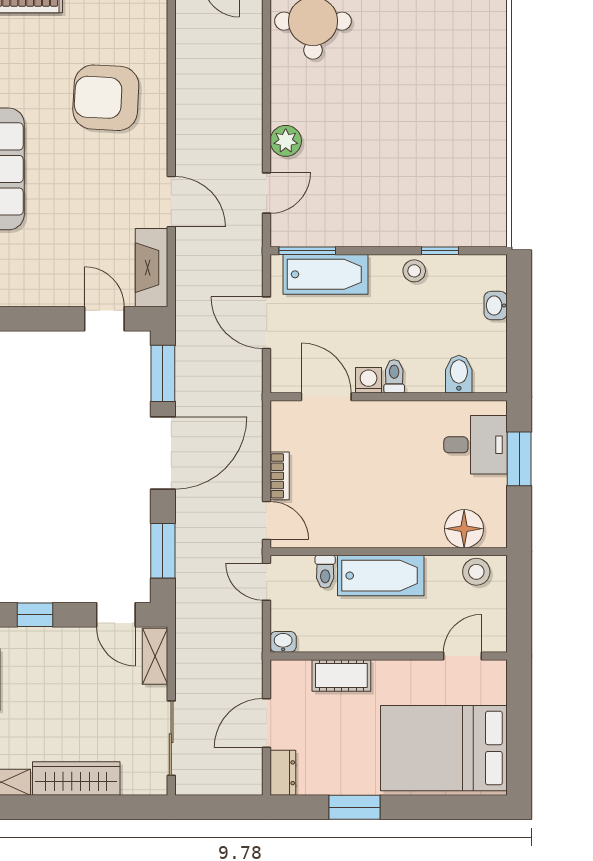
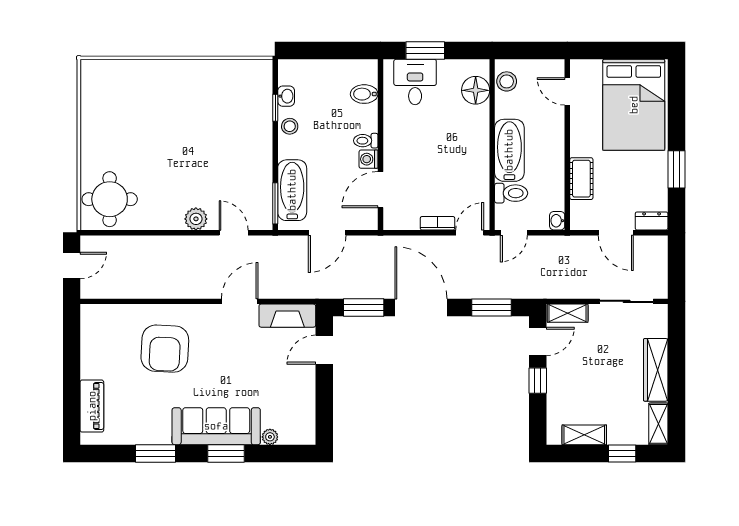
washbasin: (496, 305) -> (286, 96), moved, turned -90
toilet: (325, 572) -> (511, 193), width x1.37, depth x1.39
window: (35, 615) -> (538, 381), moved

